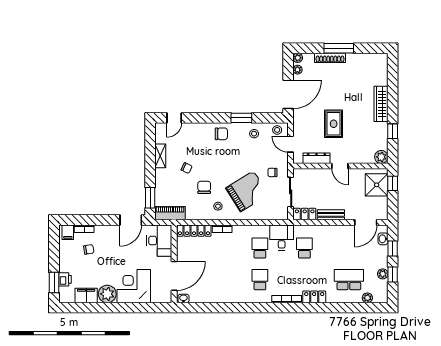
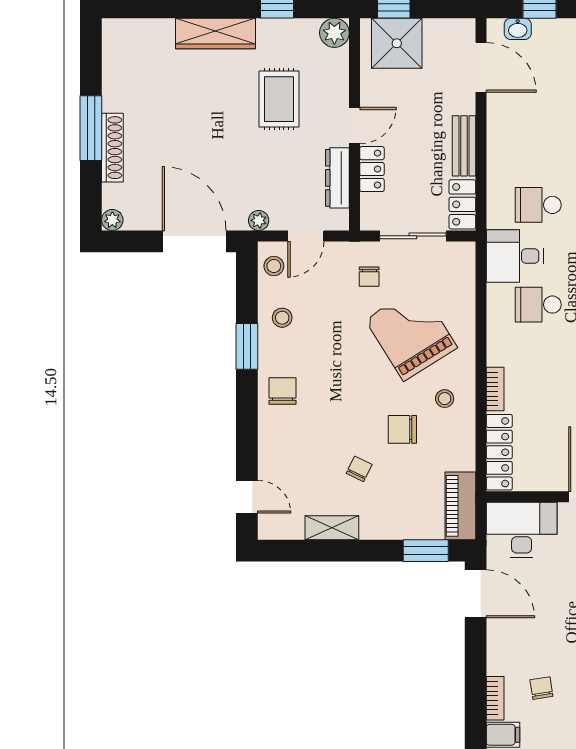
plant: (297, 70) -> (259, 220), moved
rug: (334, 124) -> (279, 99), moved, turned 90
locker: (320, 174) -> (372, 169), added

